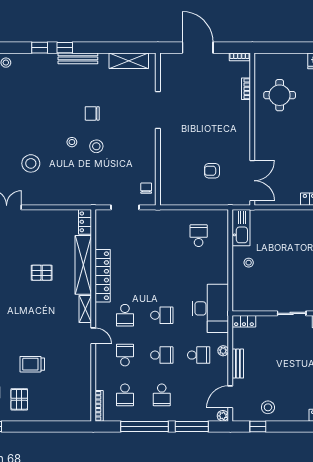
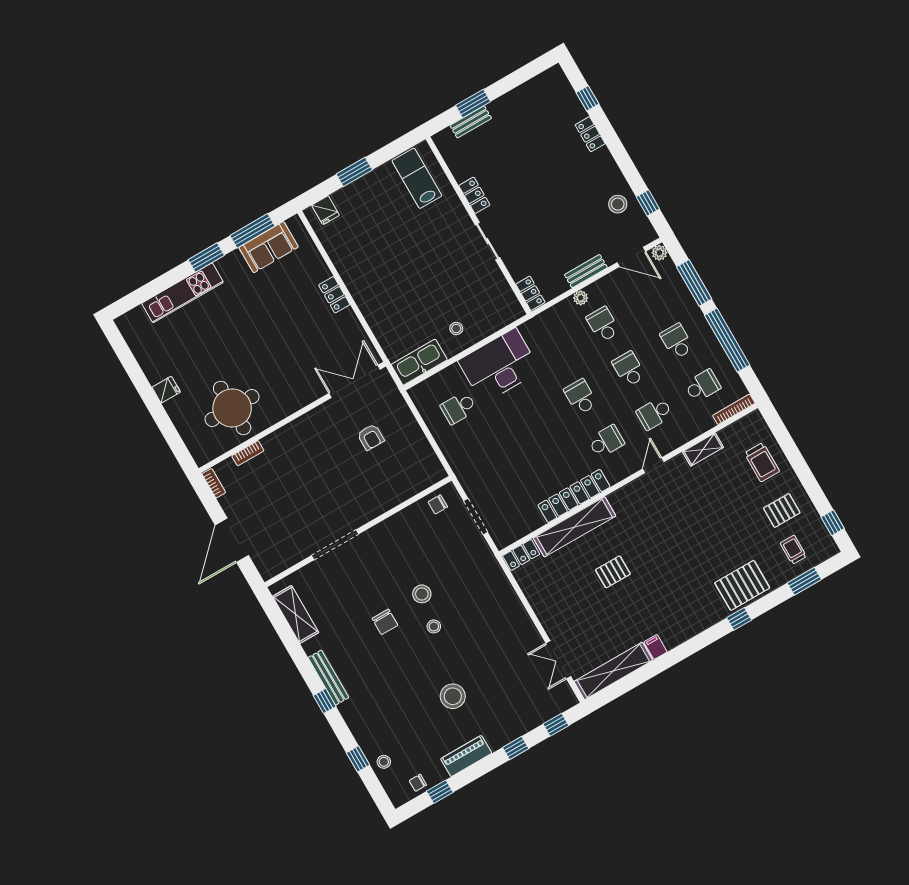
window: (40, 48) -> (358, 759), moved
round table: (280, 95) -> (232, 408), width x1.36, depth x1.36
stool: (31, 163) -> (453, 696), moved
pallet: (42, 273) -> (613, 572), turned 90
desk: (210, 308) -> (499, 366), moved
shelving: (85, 309) -> (703, 450), moved
trolley: (32, 364) -> (762, 462), moved
school desk: (162, 395) -> (677, 341), turned -90

